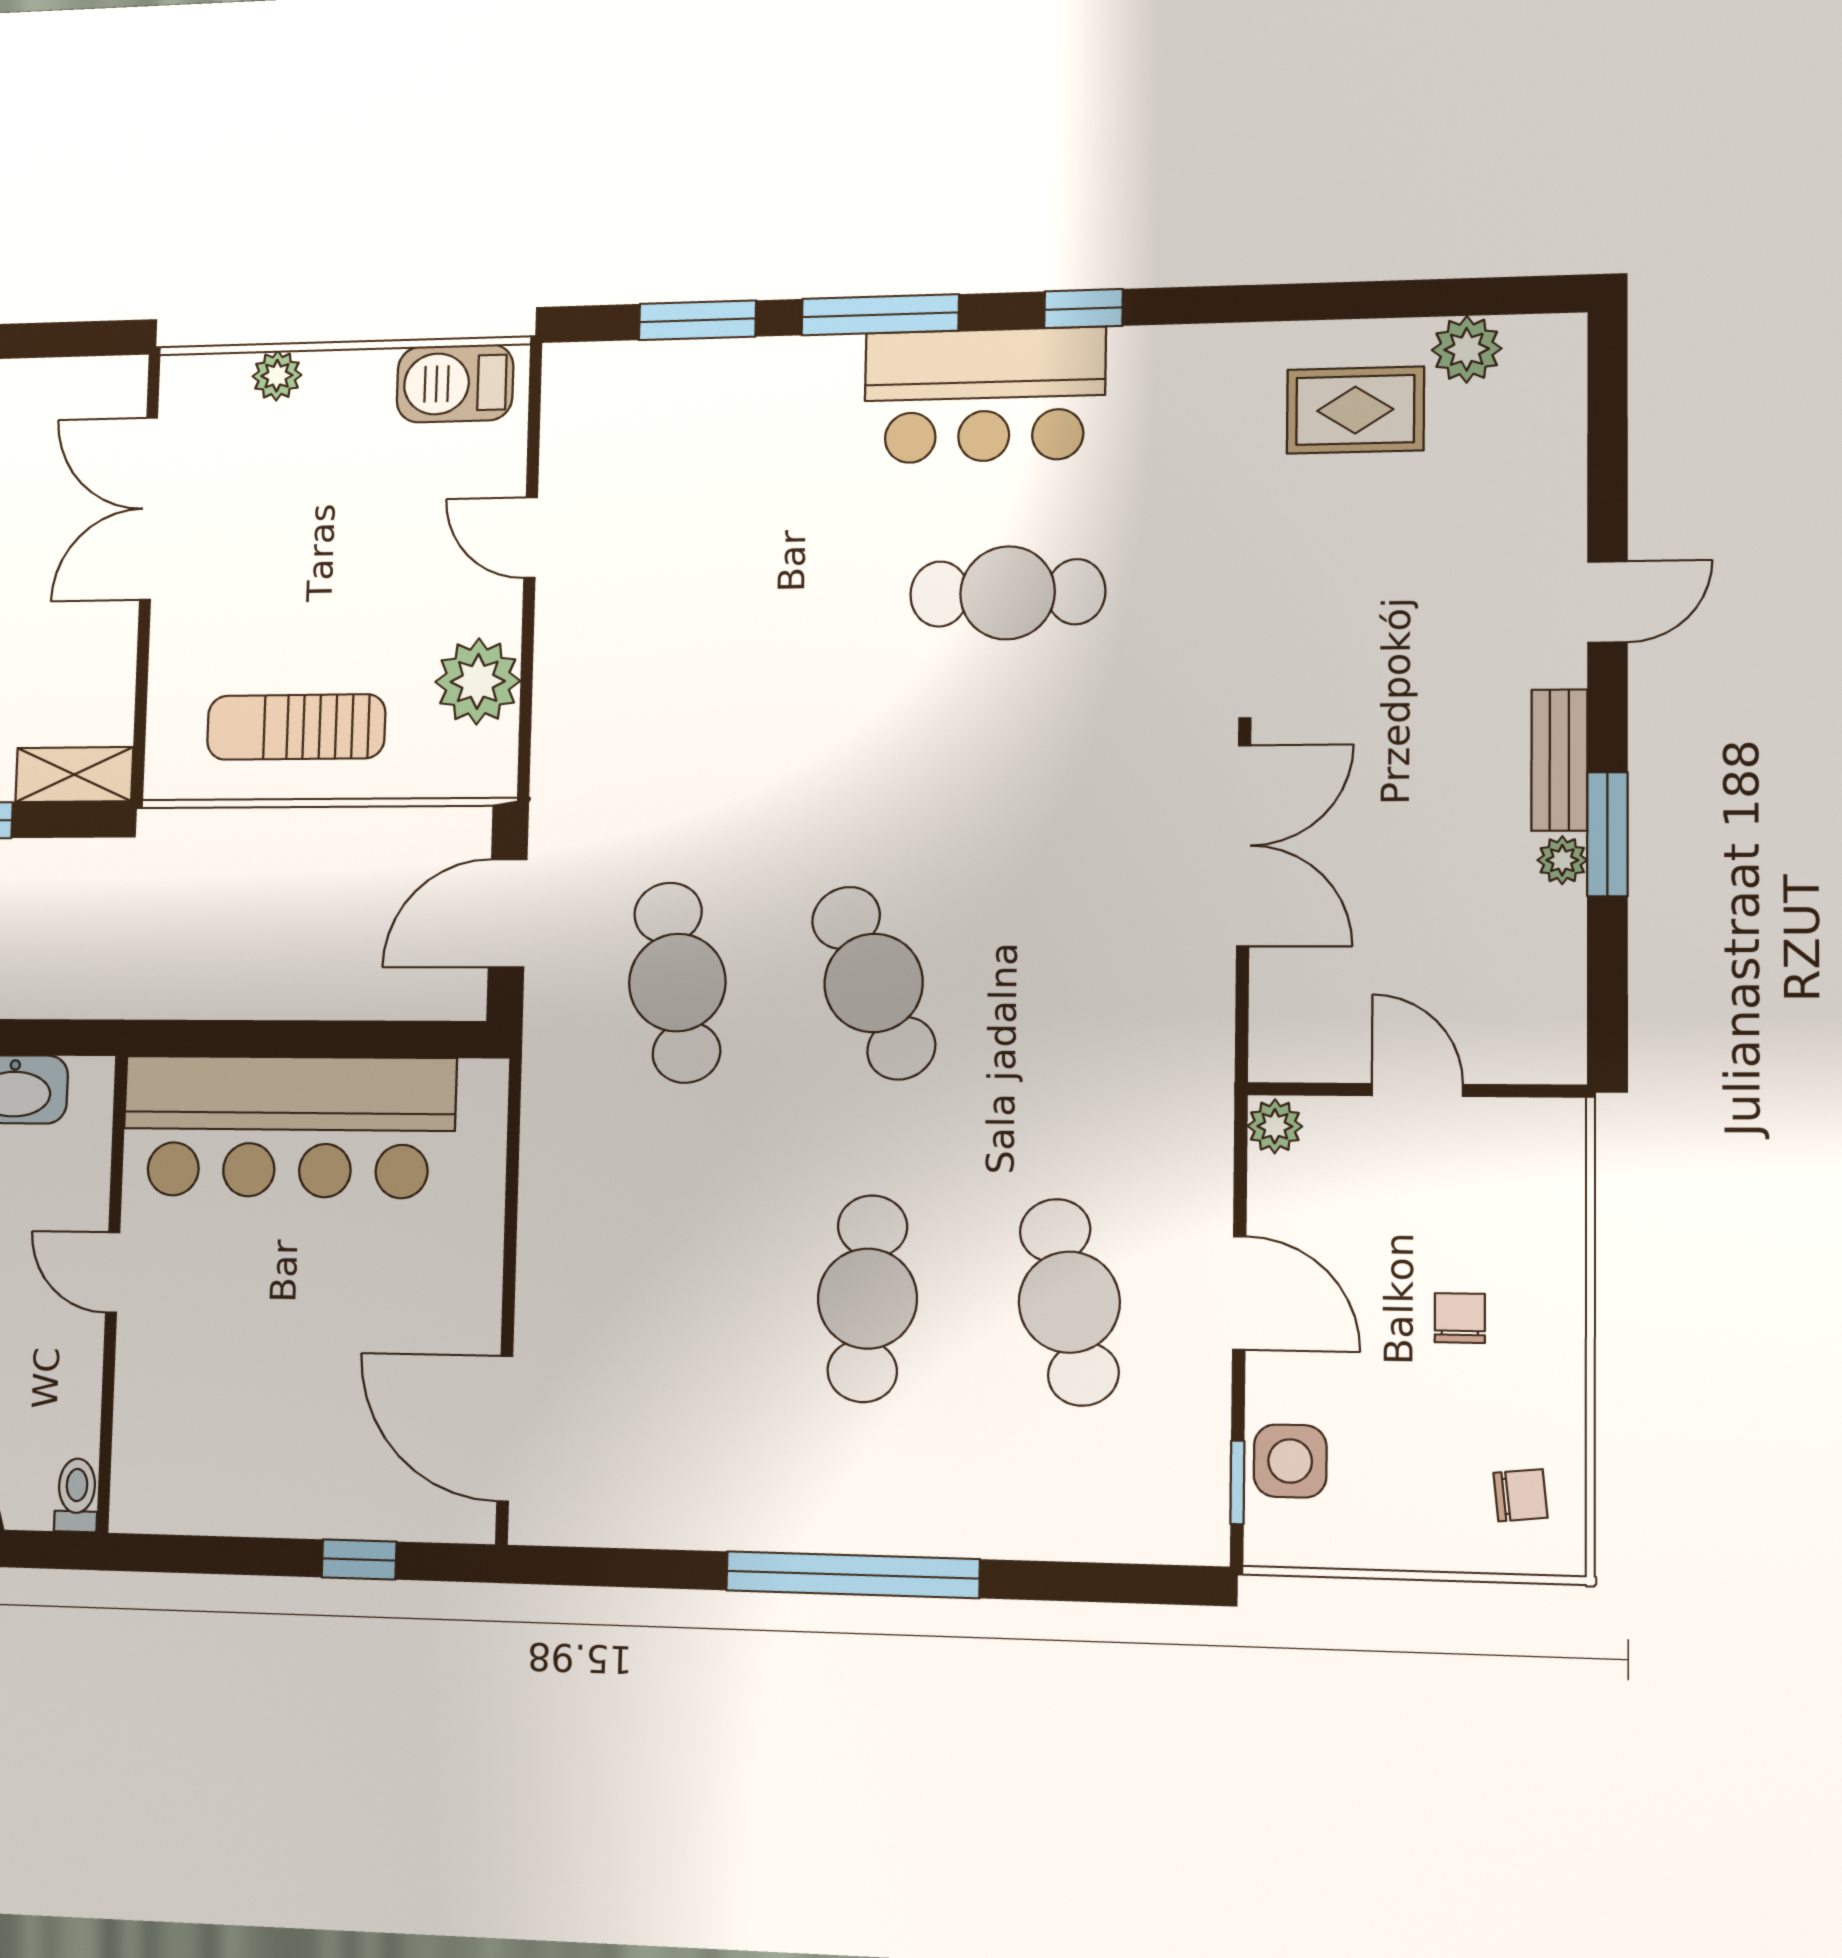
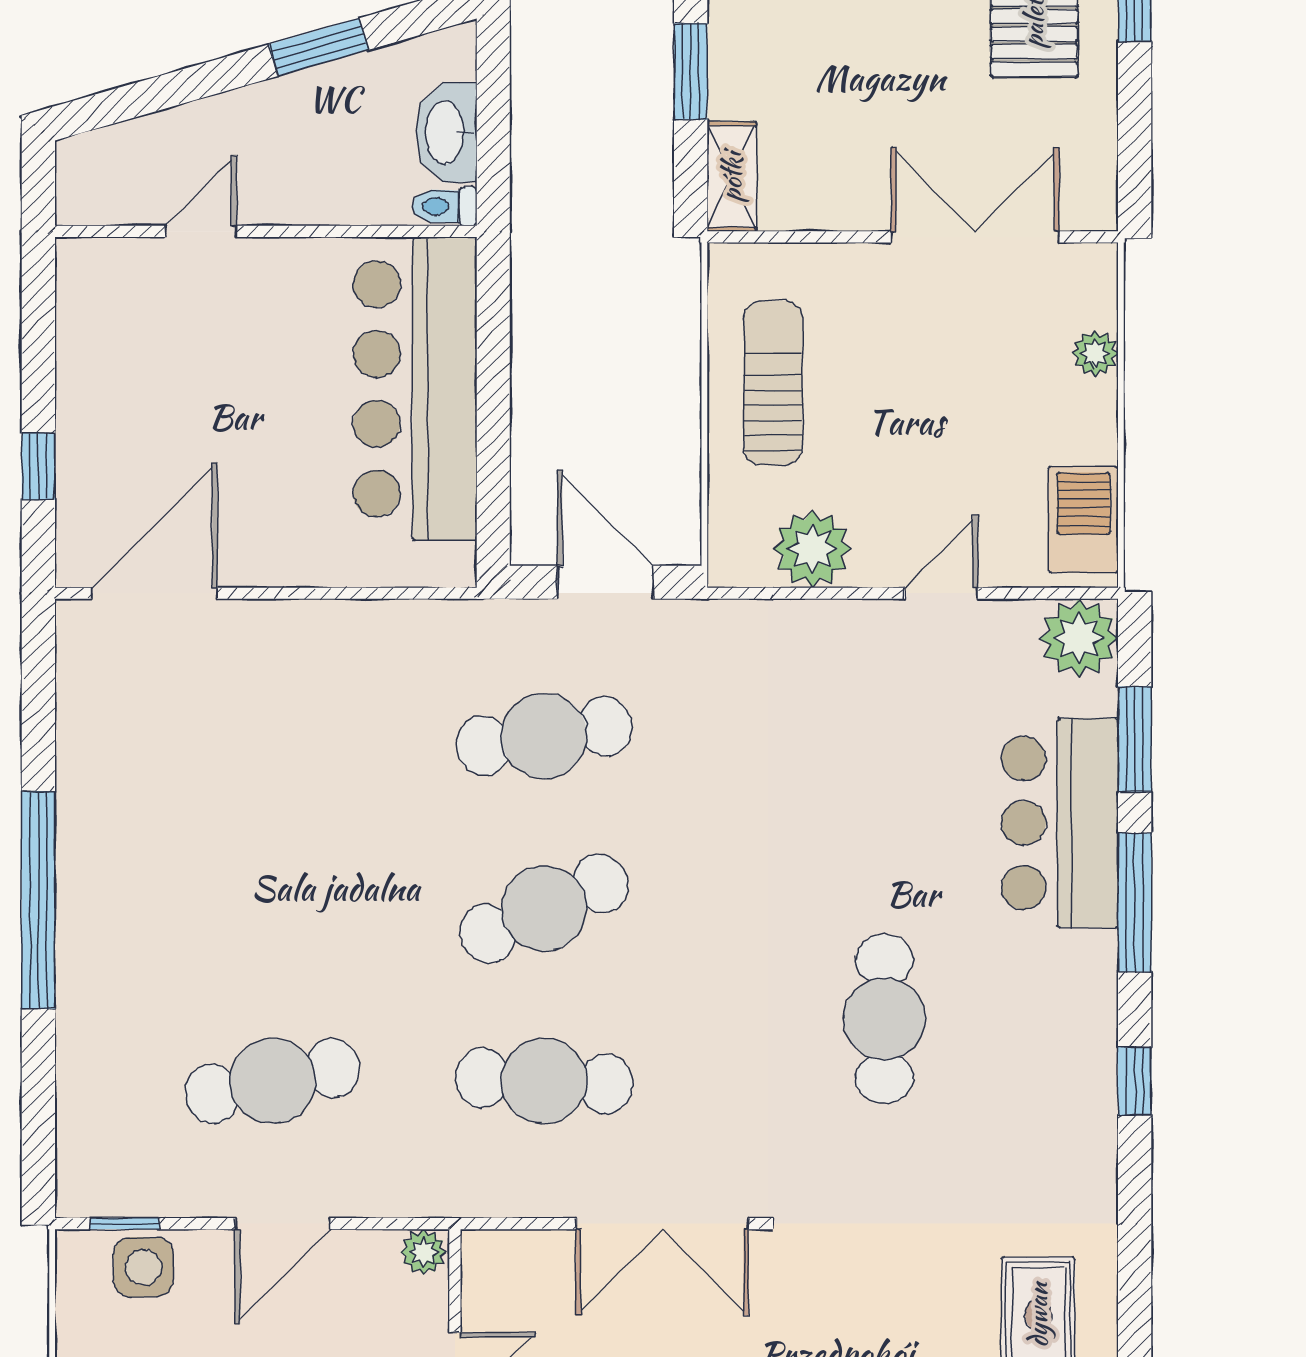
plant: (584, 385) -> (1079, 638), added
bar counter: (984, 395) -> (1060, 823), moved
door: (113, 1272) -> (201, 231), moved
cafe table: (867, 1299) -> (544, 1081), moved
toilet: (77, 1495) -> (445, 206), moved, turned 180

